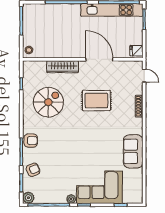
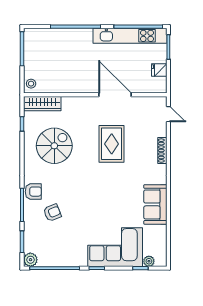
fridge: (136, 51) -> (159, 70), moved
wardrobe: (63, 67) -> (42, 104), moved
rug: (96, 101) -> (112, 144), turned 90
armchair: (33, 170) -> (52, 213), moved
plant: (71, 199) -> (149, 261), moved

